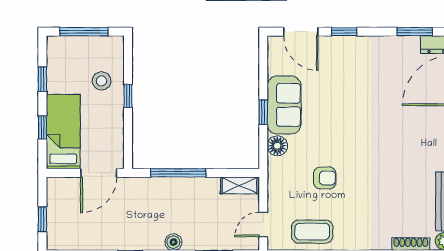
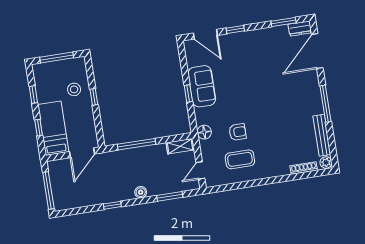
floor lamp: (277, 146) -> (204, 132), moved
window: (42, 219) -> (48, 190), width x2.17
coffee table: (312, 232) -> (240, 159), moved

